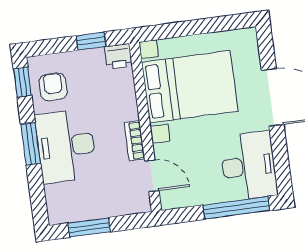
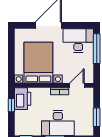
printer: (118, 56) -> (23, 99), width x1.87, depth x1.48
armchair: (53, 87) -> (30, 125), removed

